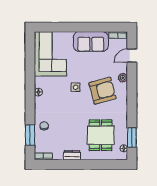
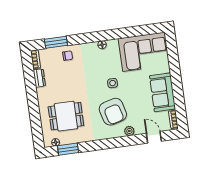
dresser: (72, 155) -> (39, 78), moved

